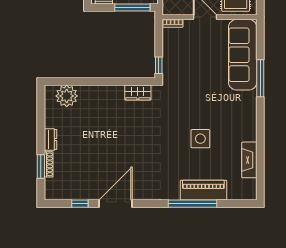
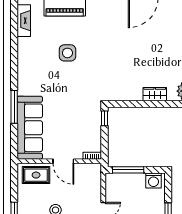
wardrobe: (138, 93) -> (155, 94), moved
fireplace: (249, 160) -> (24, 21), moved

